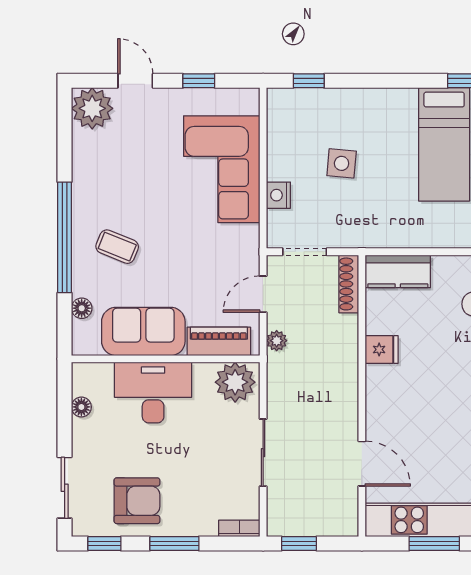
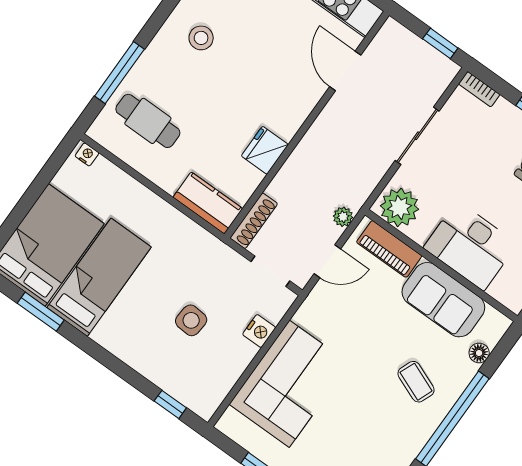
fridge: (382, 349) -> (265, 150), width x1.38

